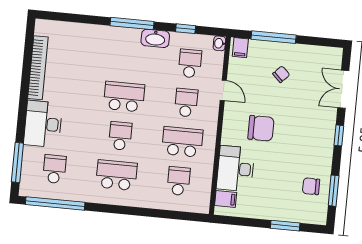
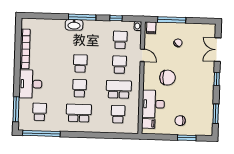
washbasin: (155, 38) -> (74, 25), moved
school desk: (124, 97) -> (80, 63), width x0.54
chair: (311, 186) -> (180, 121), moved

